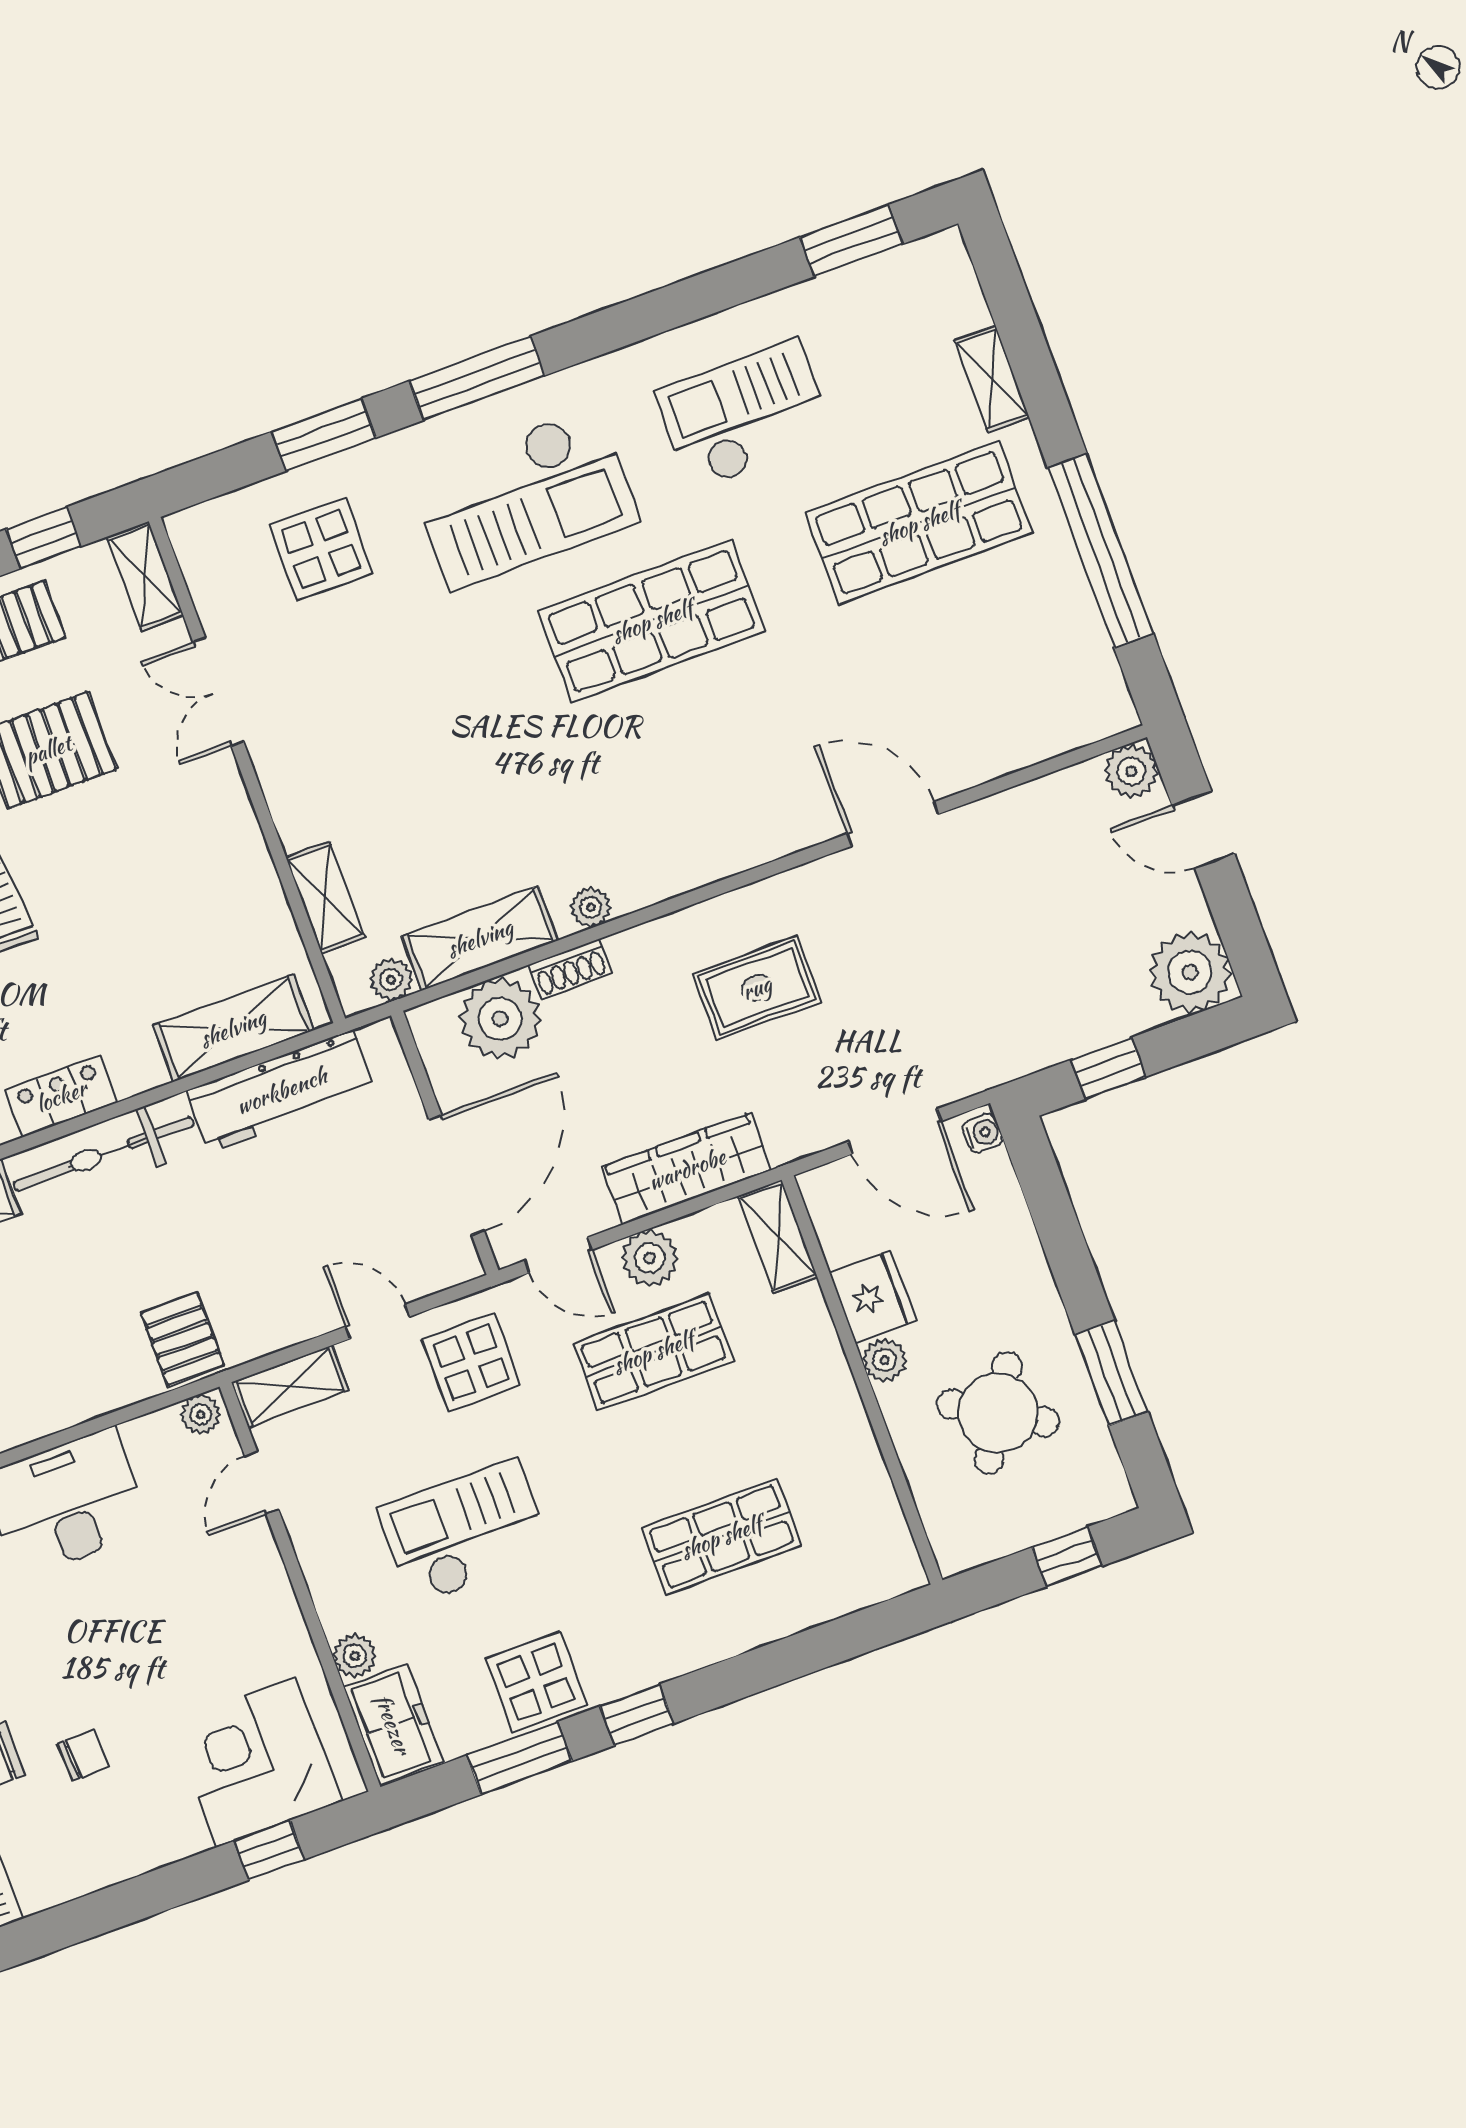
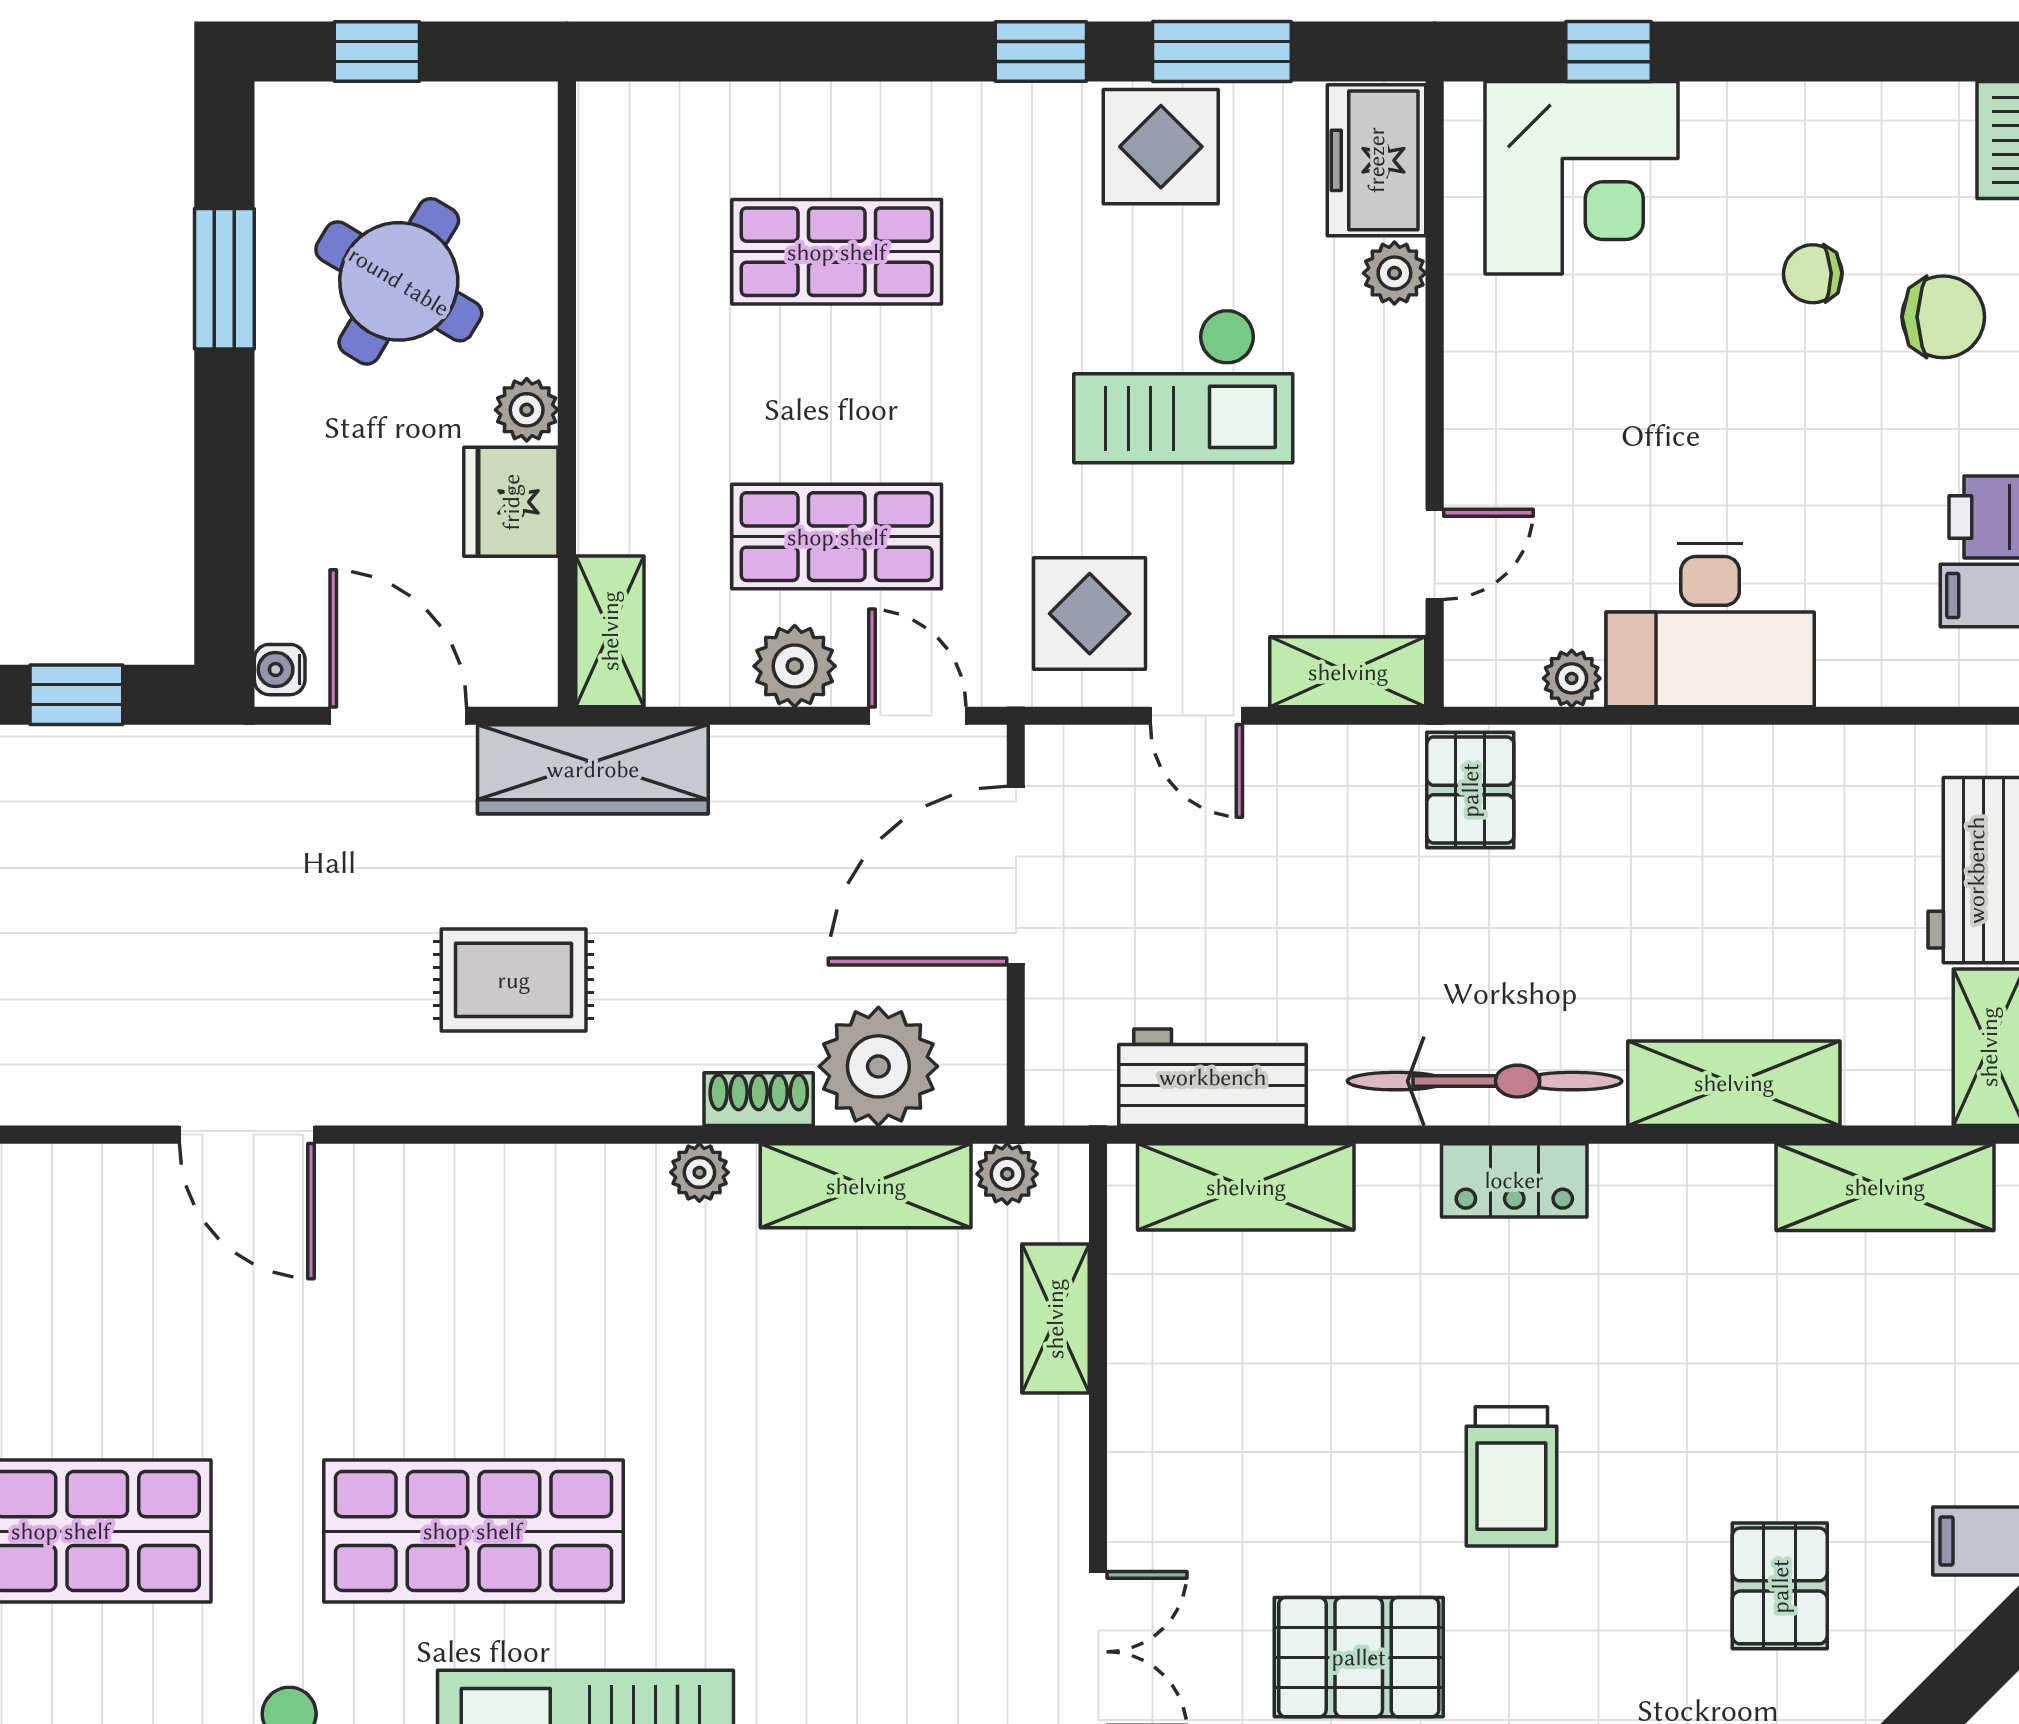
workbench: (281, 1091) -> (1213, 1077), width x0.73
wardrobe: (687, 1169) -> (593, 769), moved
plant: (201, 1414) -> (1572, 678), moved

